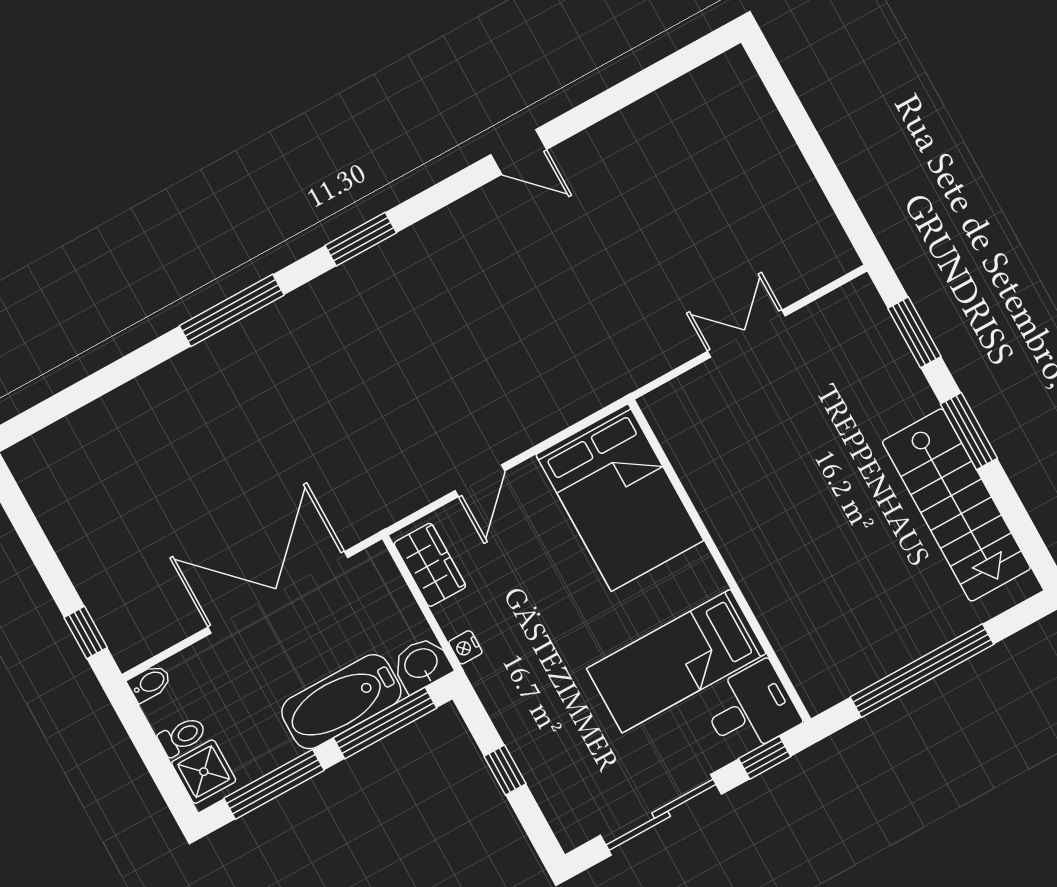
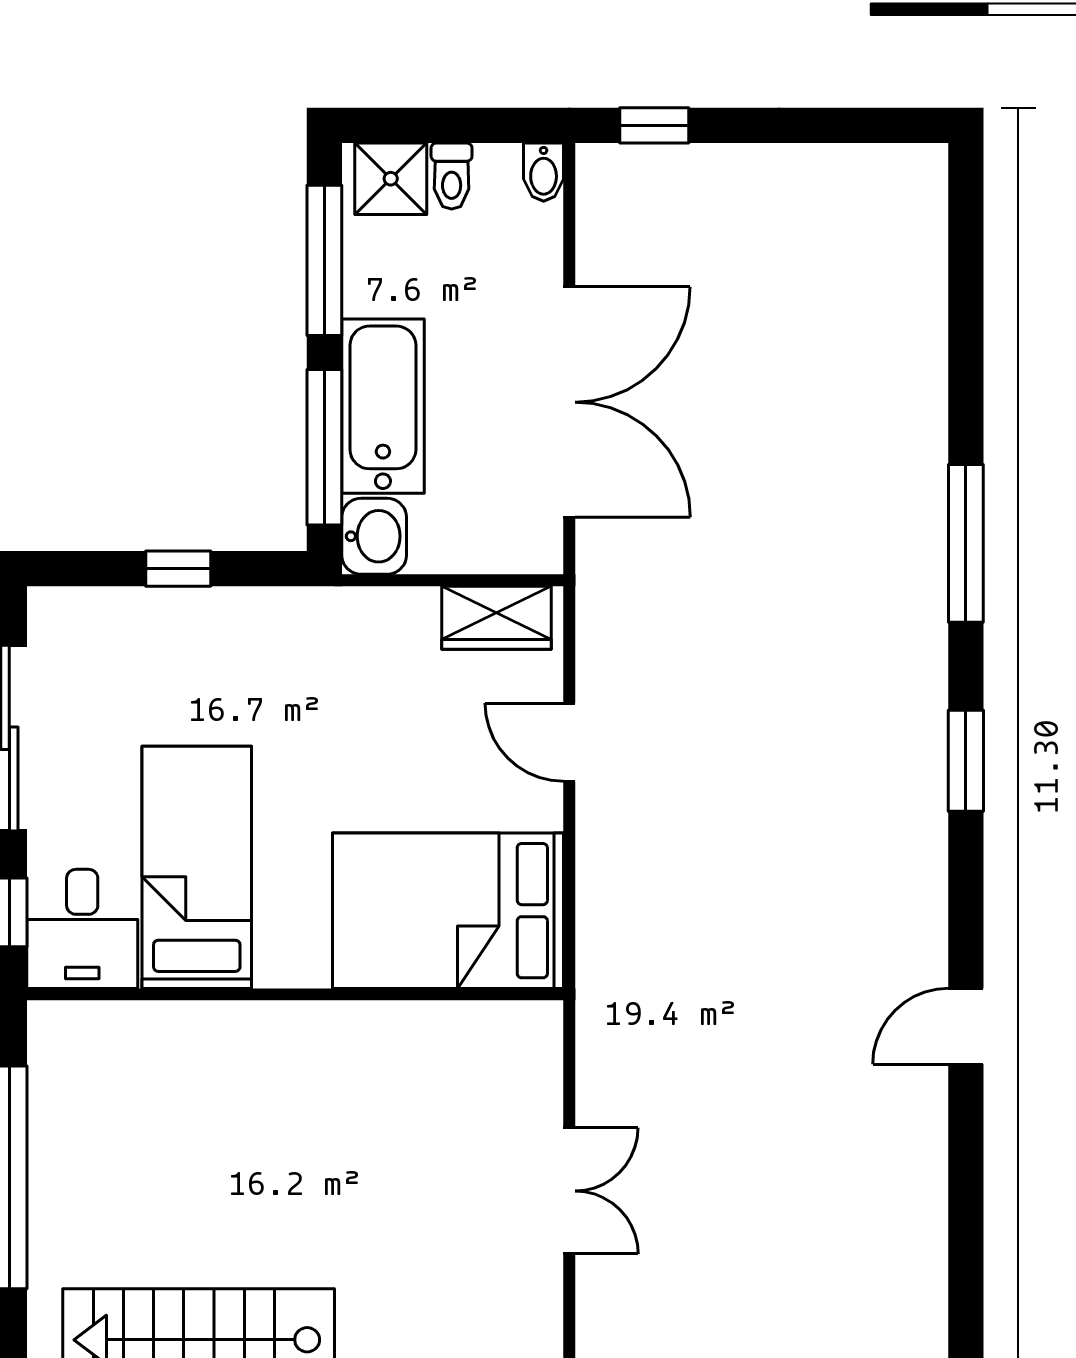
nightstand: (465, 647) -> (365, 605), removed

